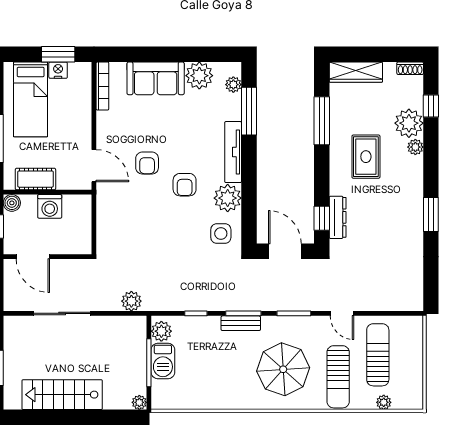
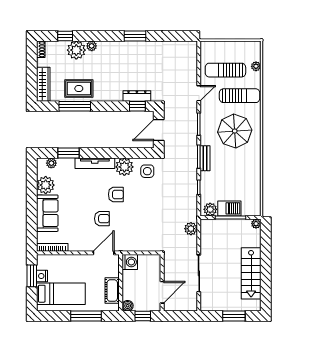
window: (249, 111) -> (68, 153), width x0.69
rug: (366, 157) -> (79, 89), moved
washing machine: (50, 206) -> (130, 262), moved

